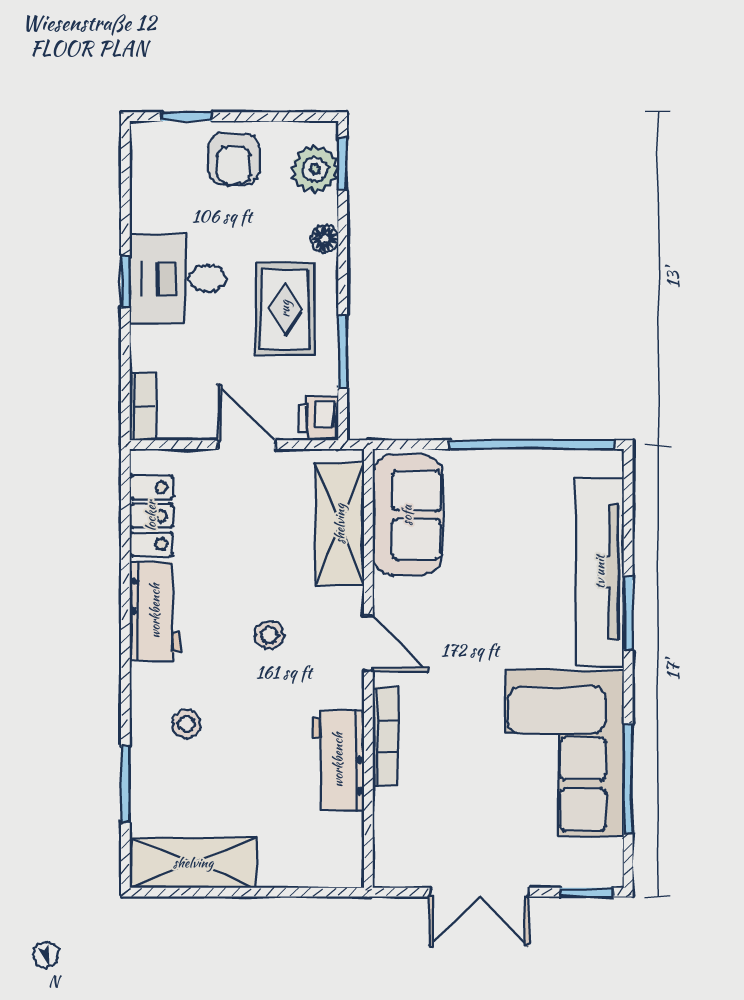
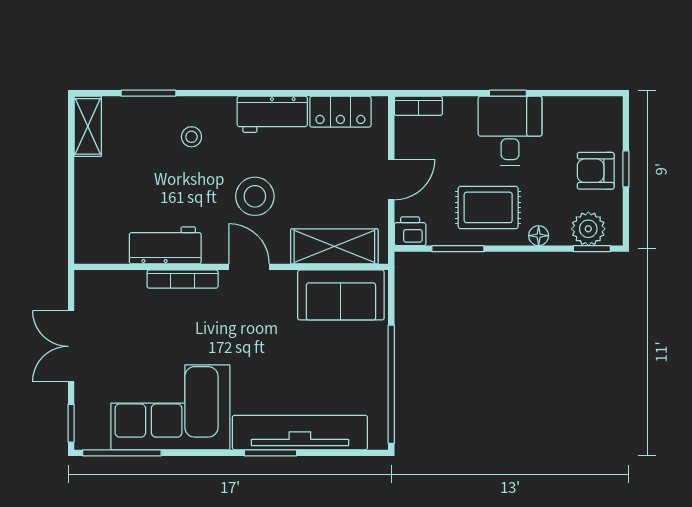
window: (187, 117) -> (626, 169), moved
stool: (270, 635) -> (255, 196), width x1.89, depth x1.89
door: (368, 643) -> (249, 267), swing flipped
window: (628, 779) -> (122, 453), moved
shelving: (193, 863) -> (88, 126), width x0.67, depth x0.75

